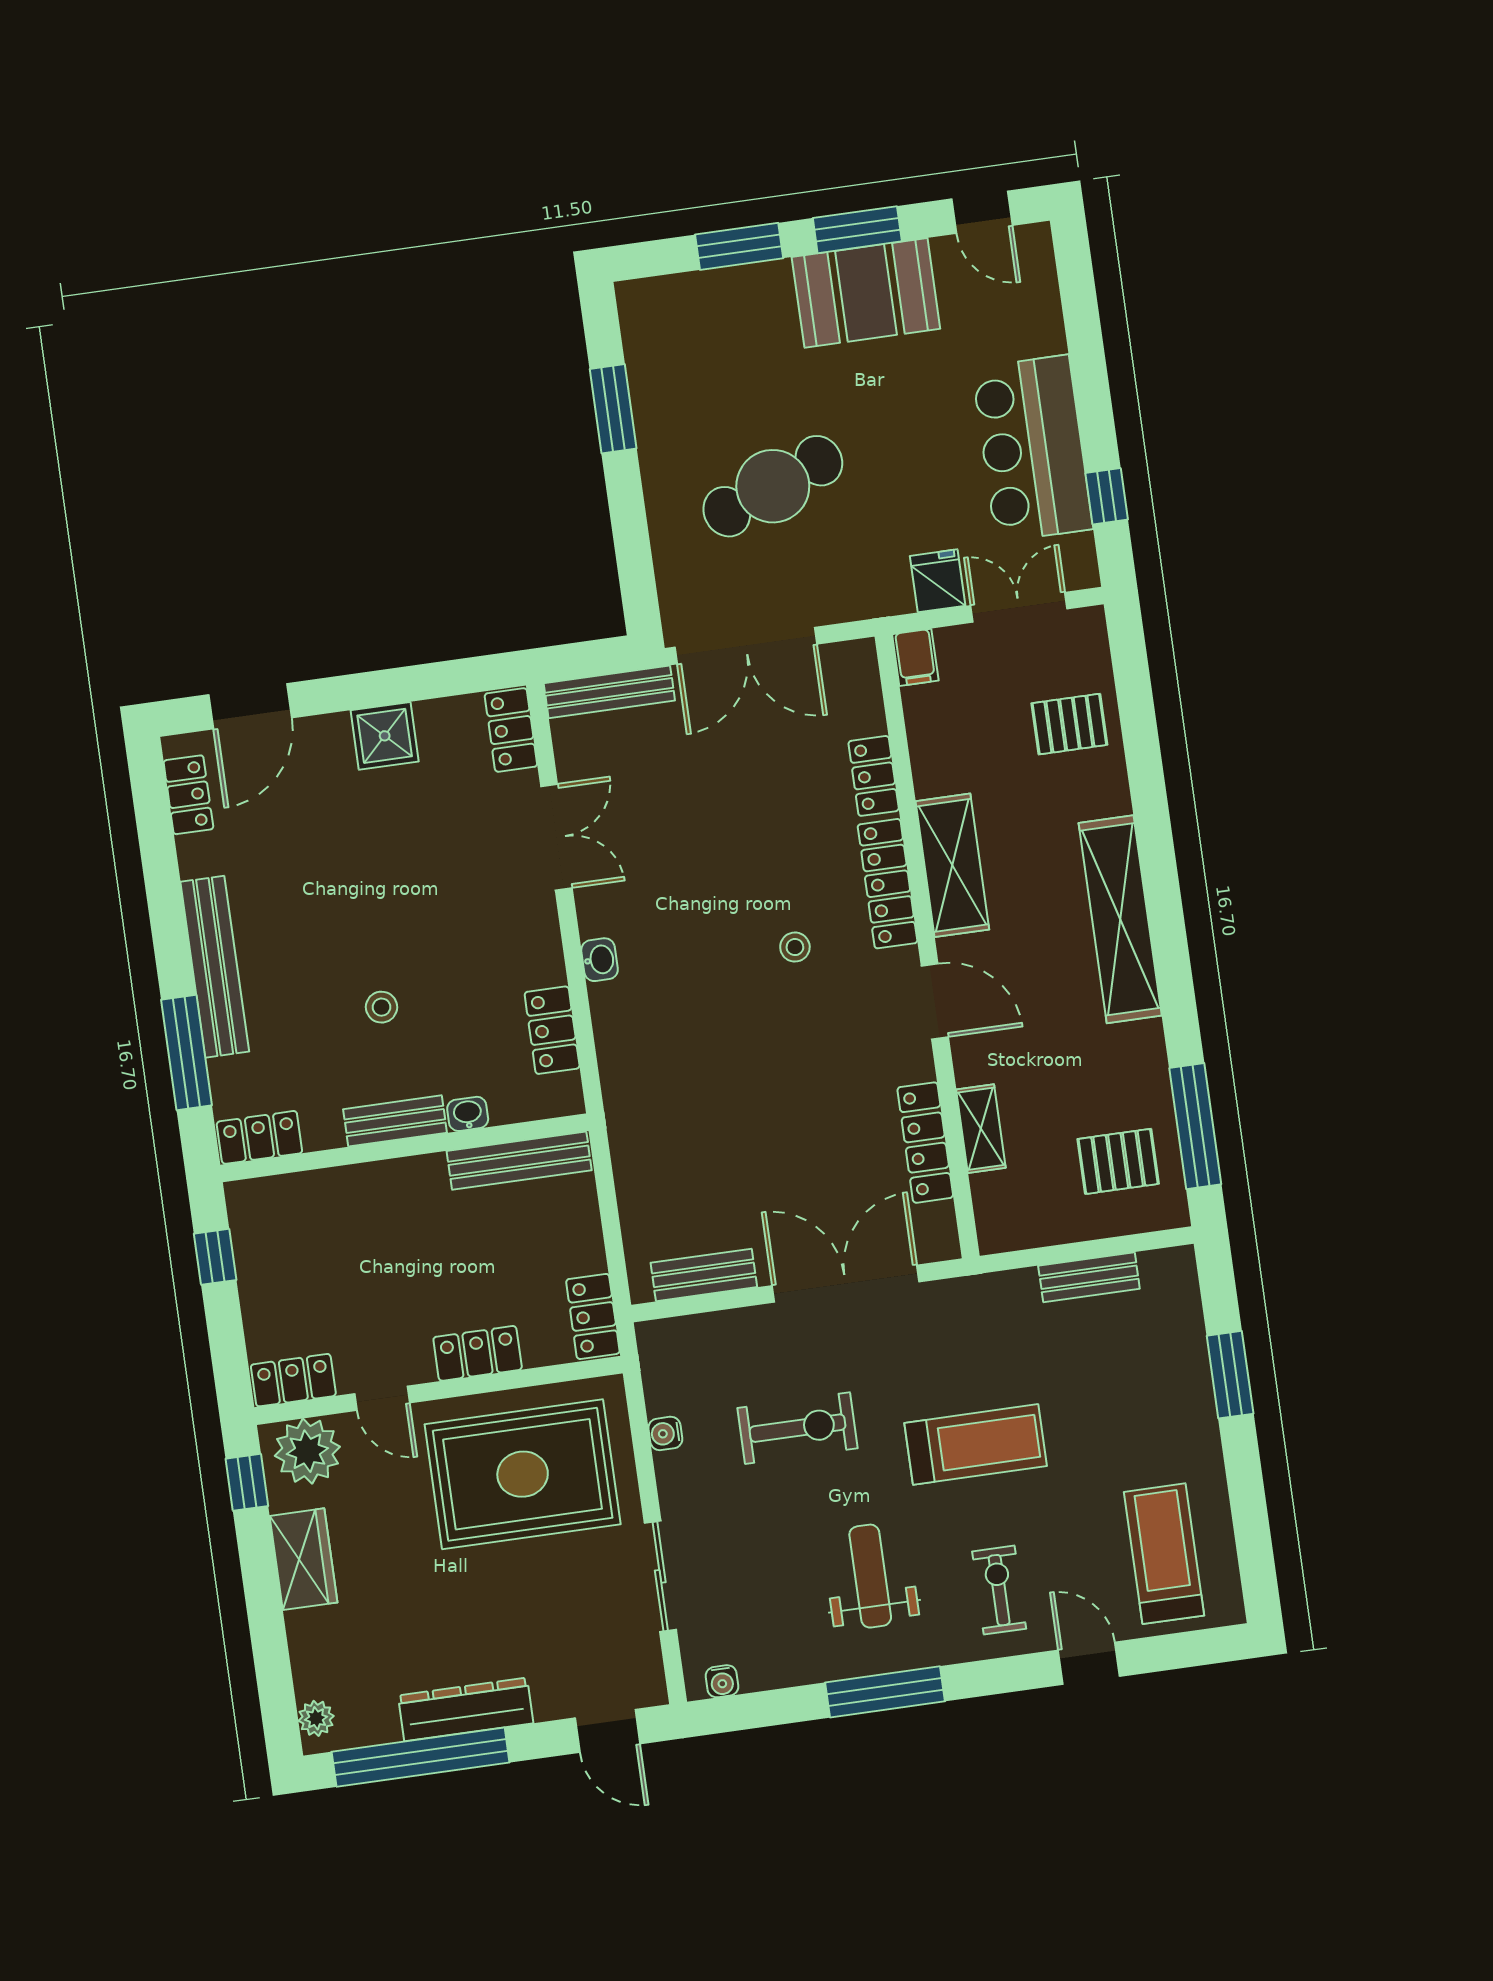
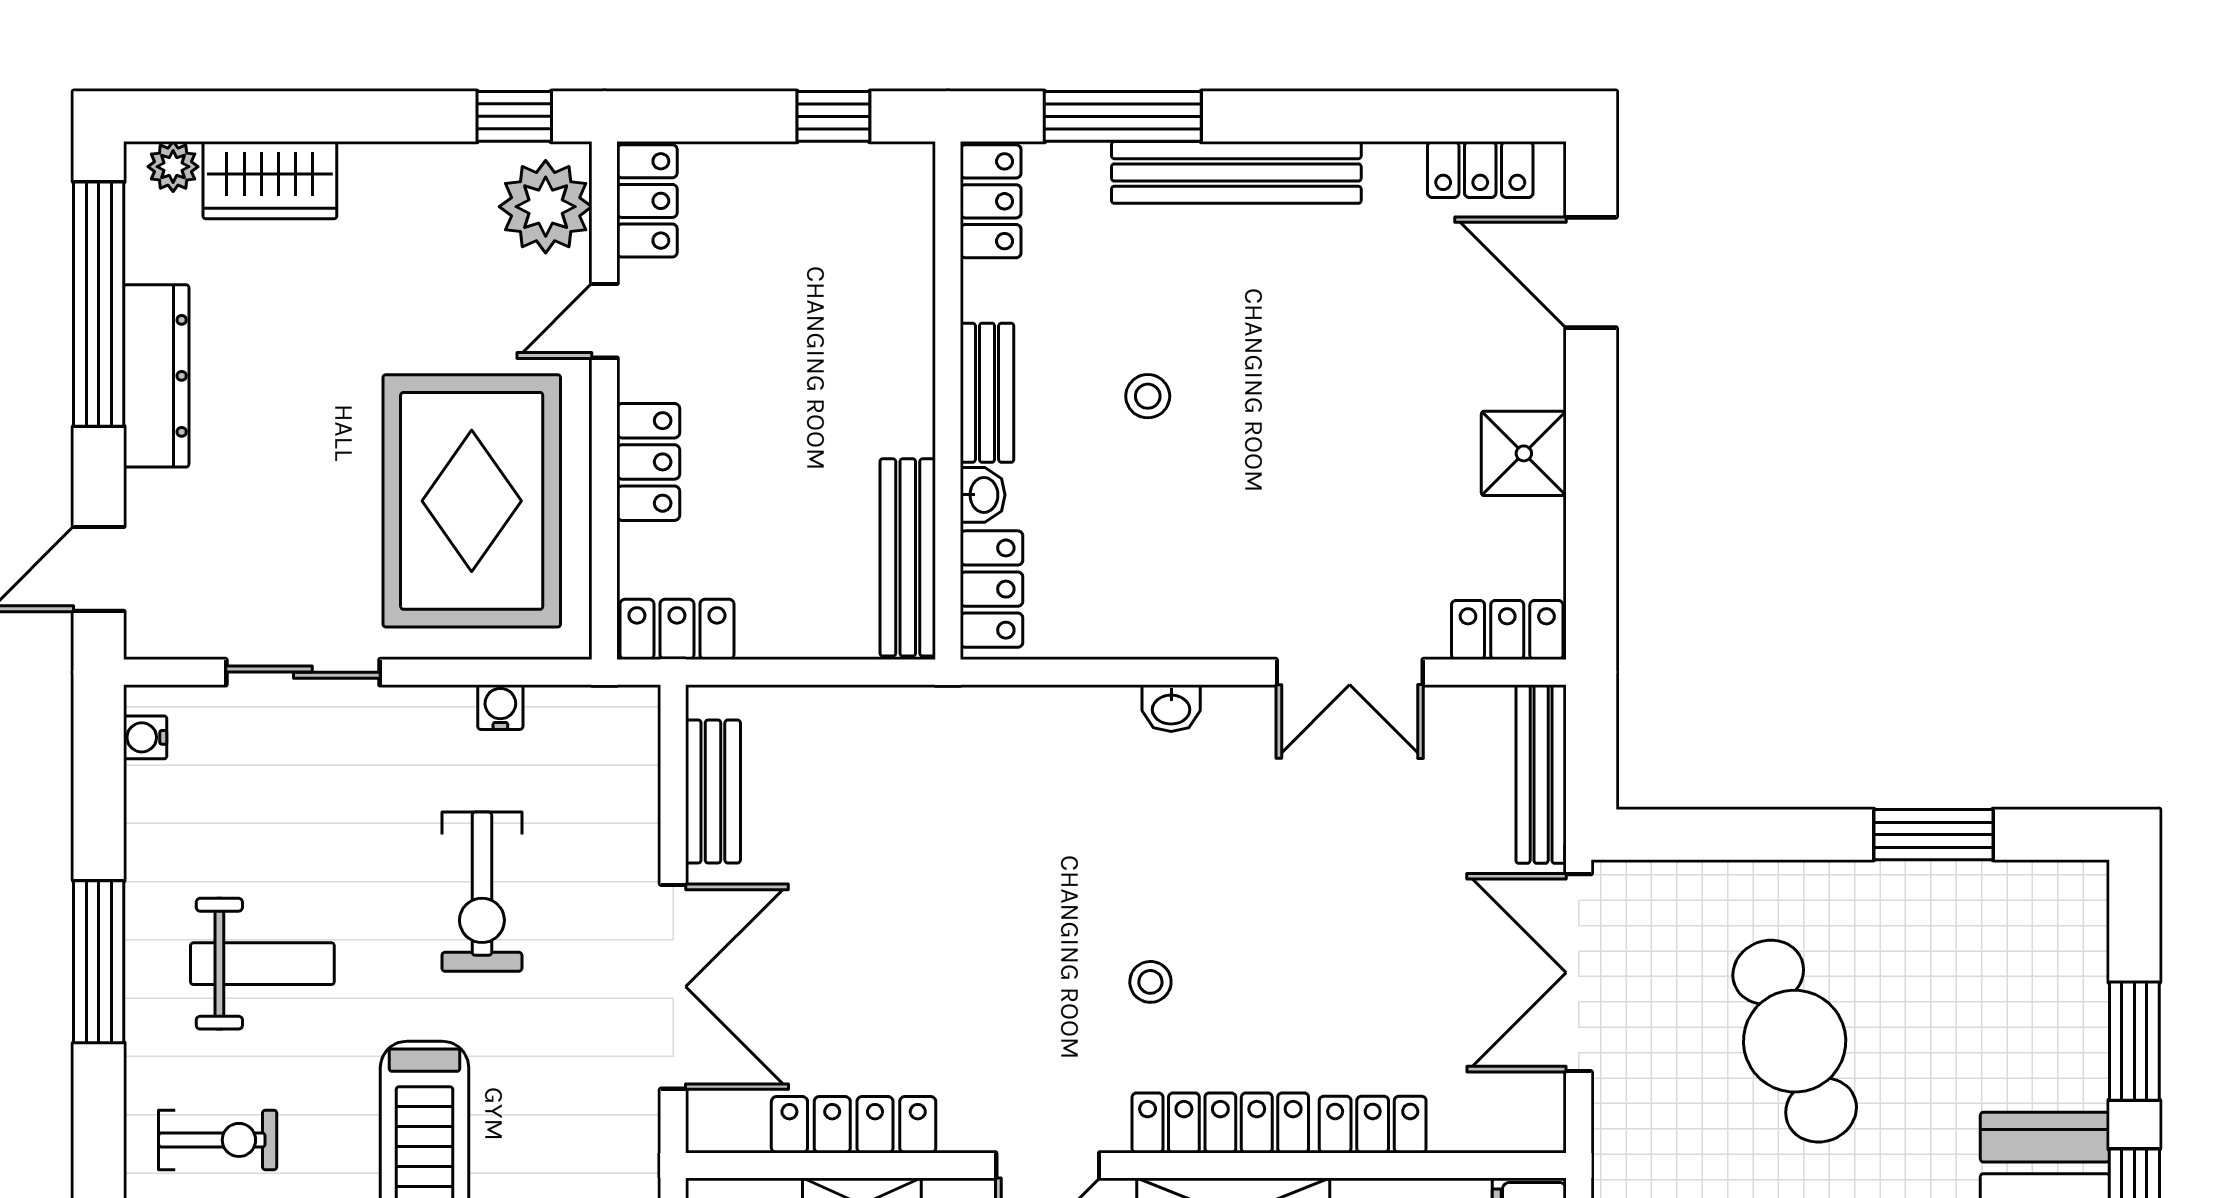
locker: (552, 1030) -> (992, 589), moved, turned 90
wardrobe: (304, 1559) -> (270, 180), moved

